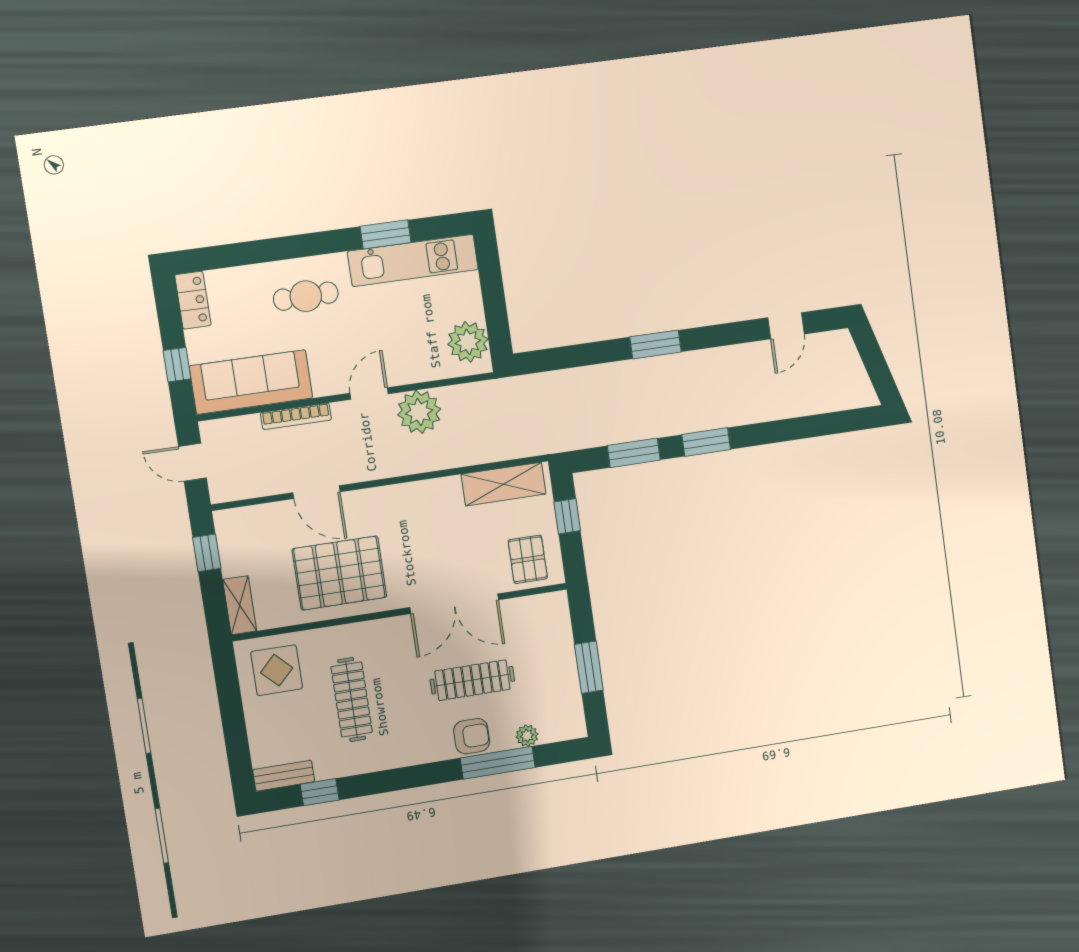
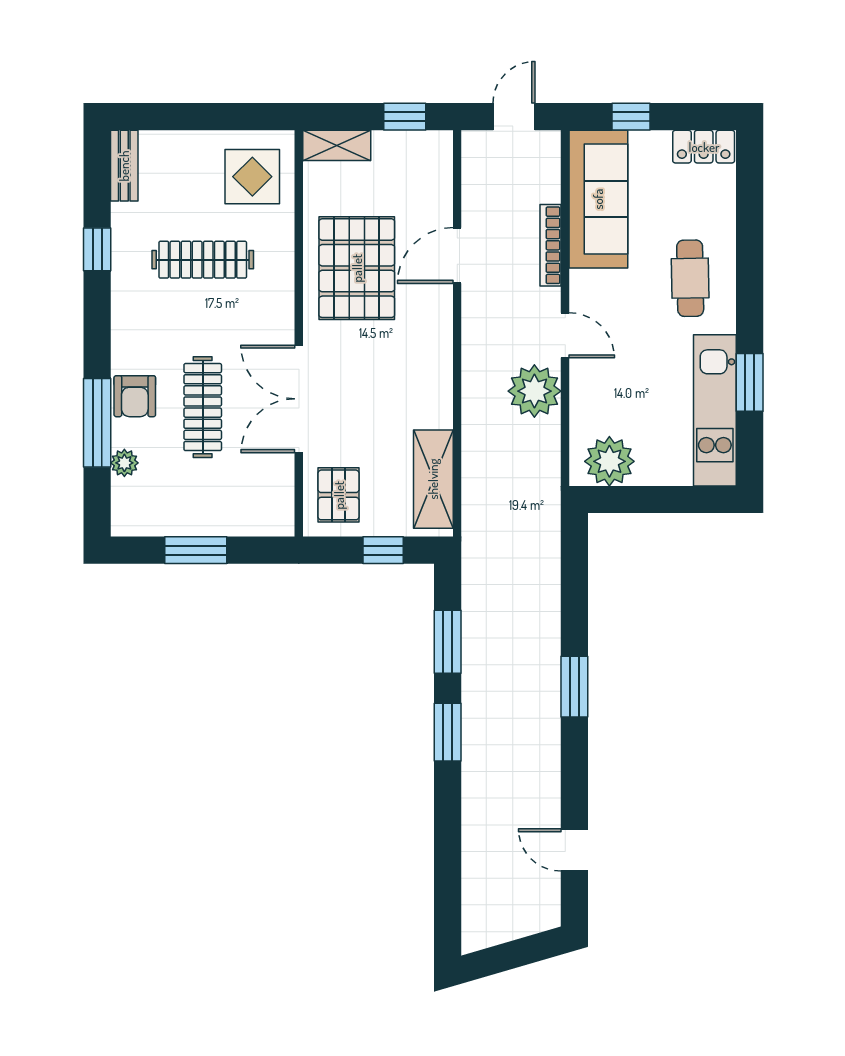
pallet: (528, 559) -> (339, 495), turned 90
window: (320, 792) -> (97, 249), moved

